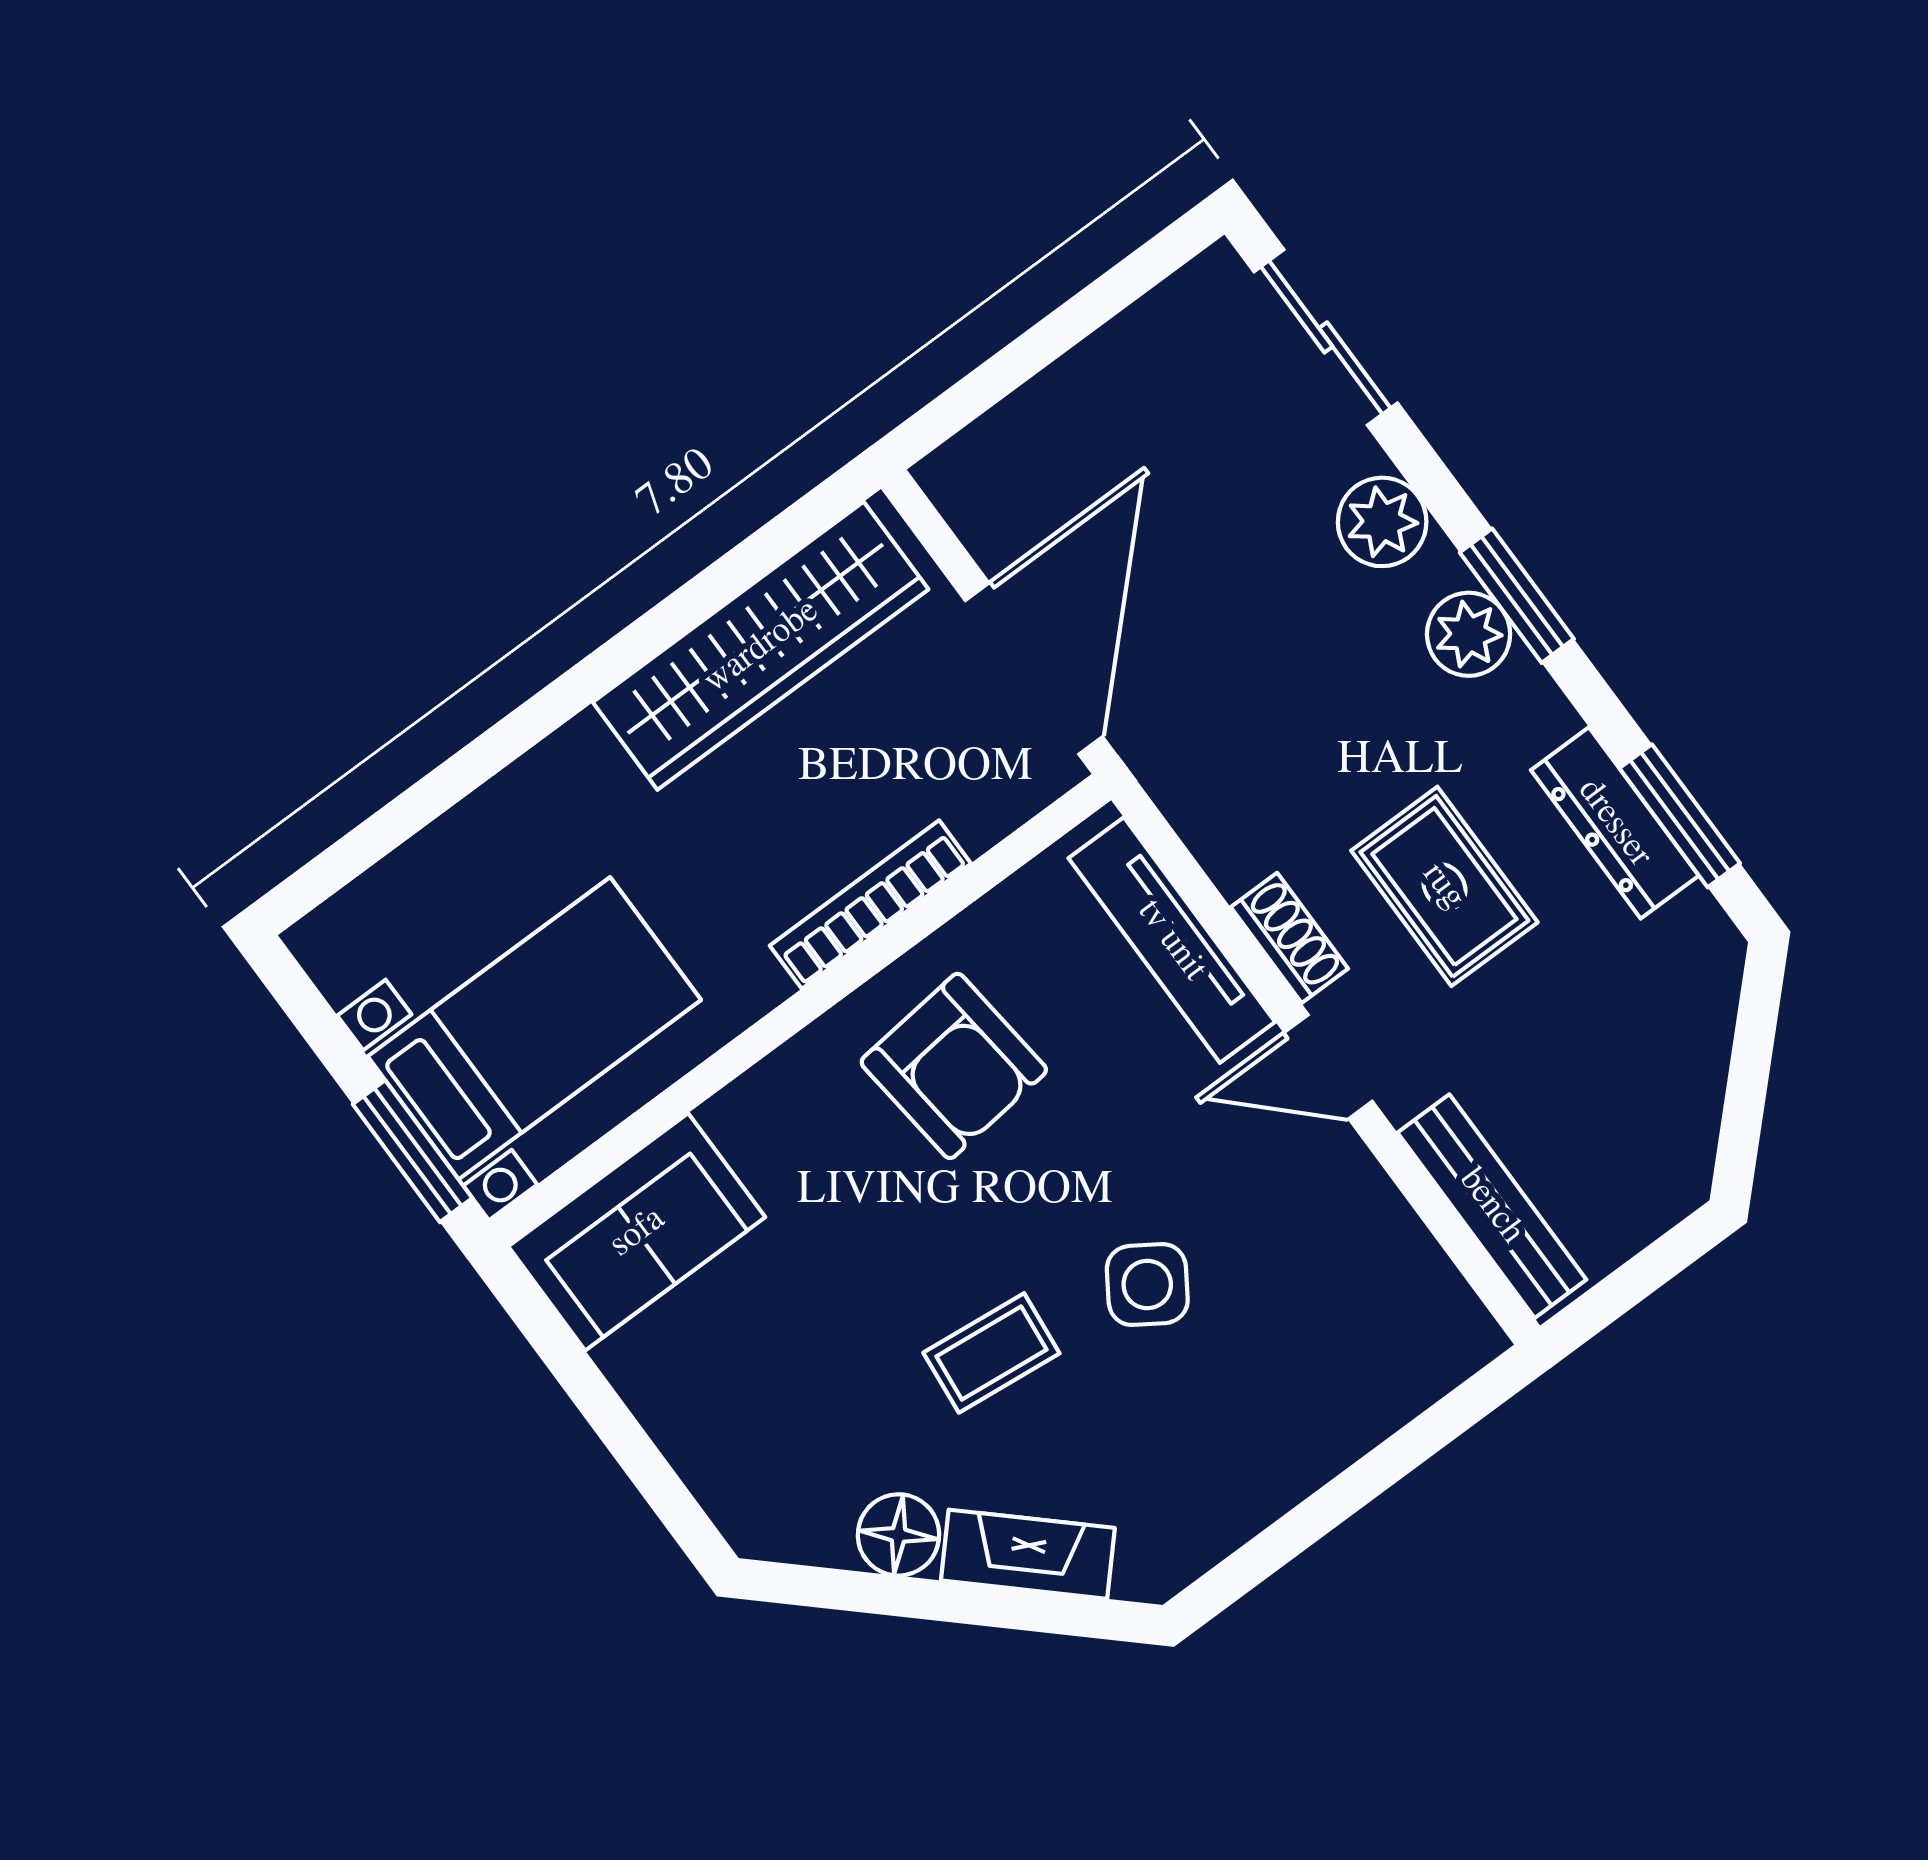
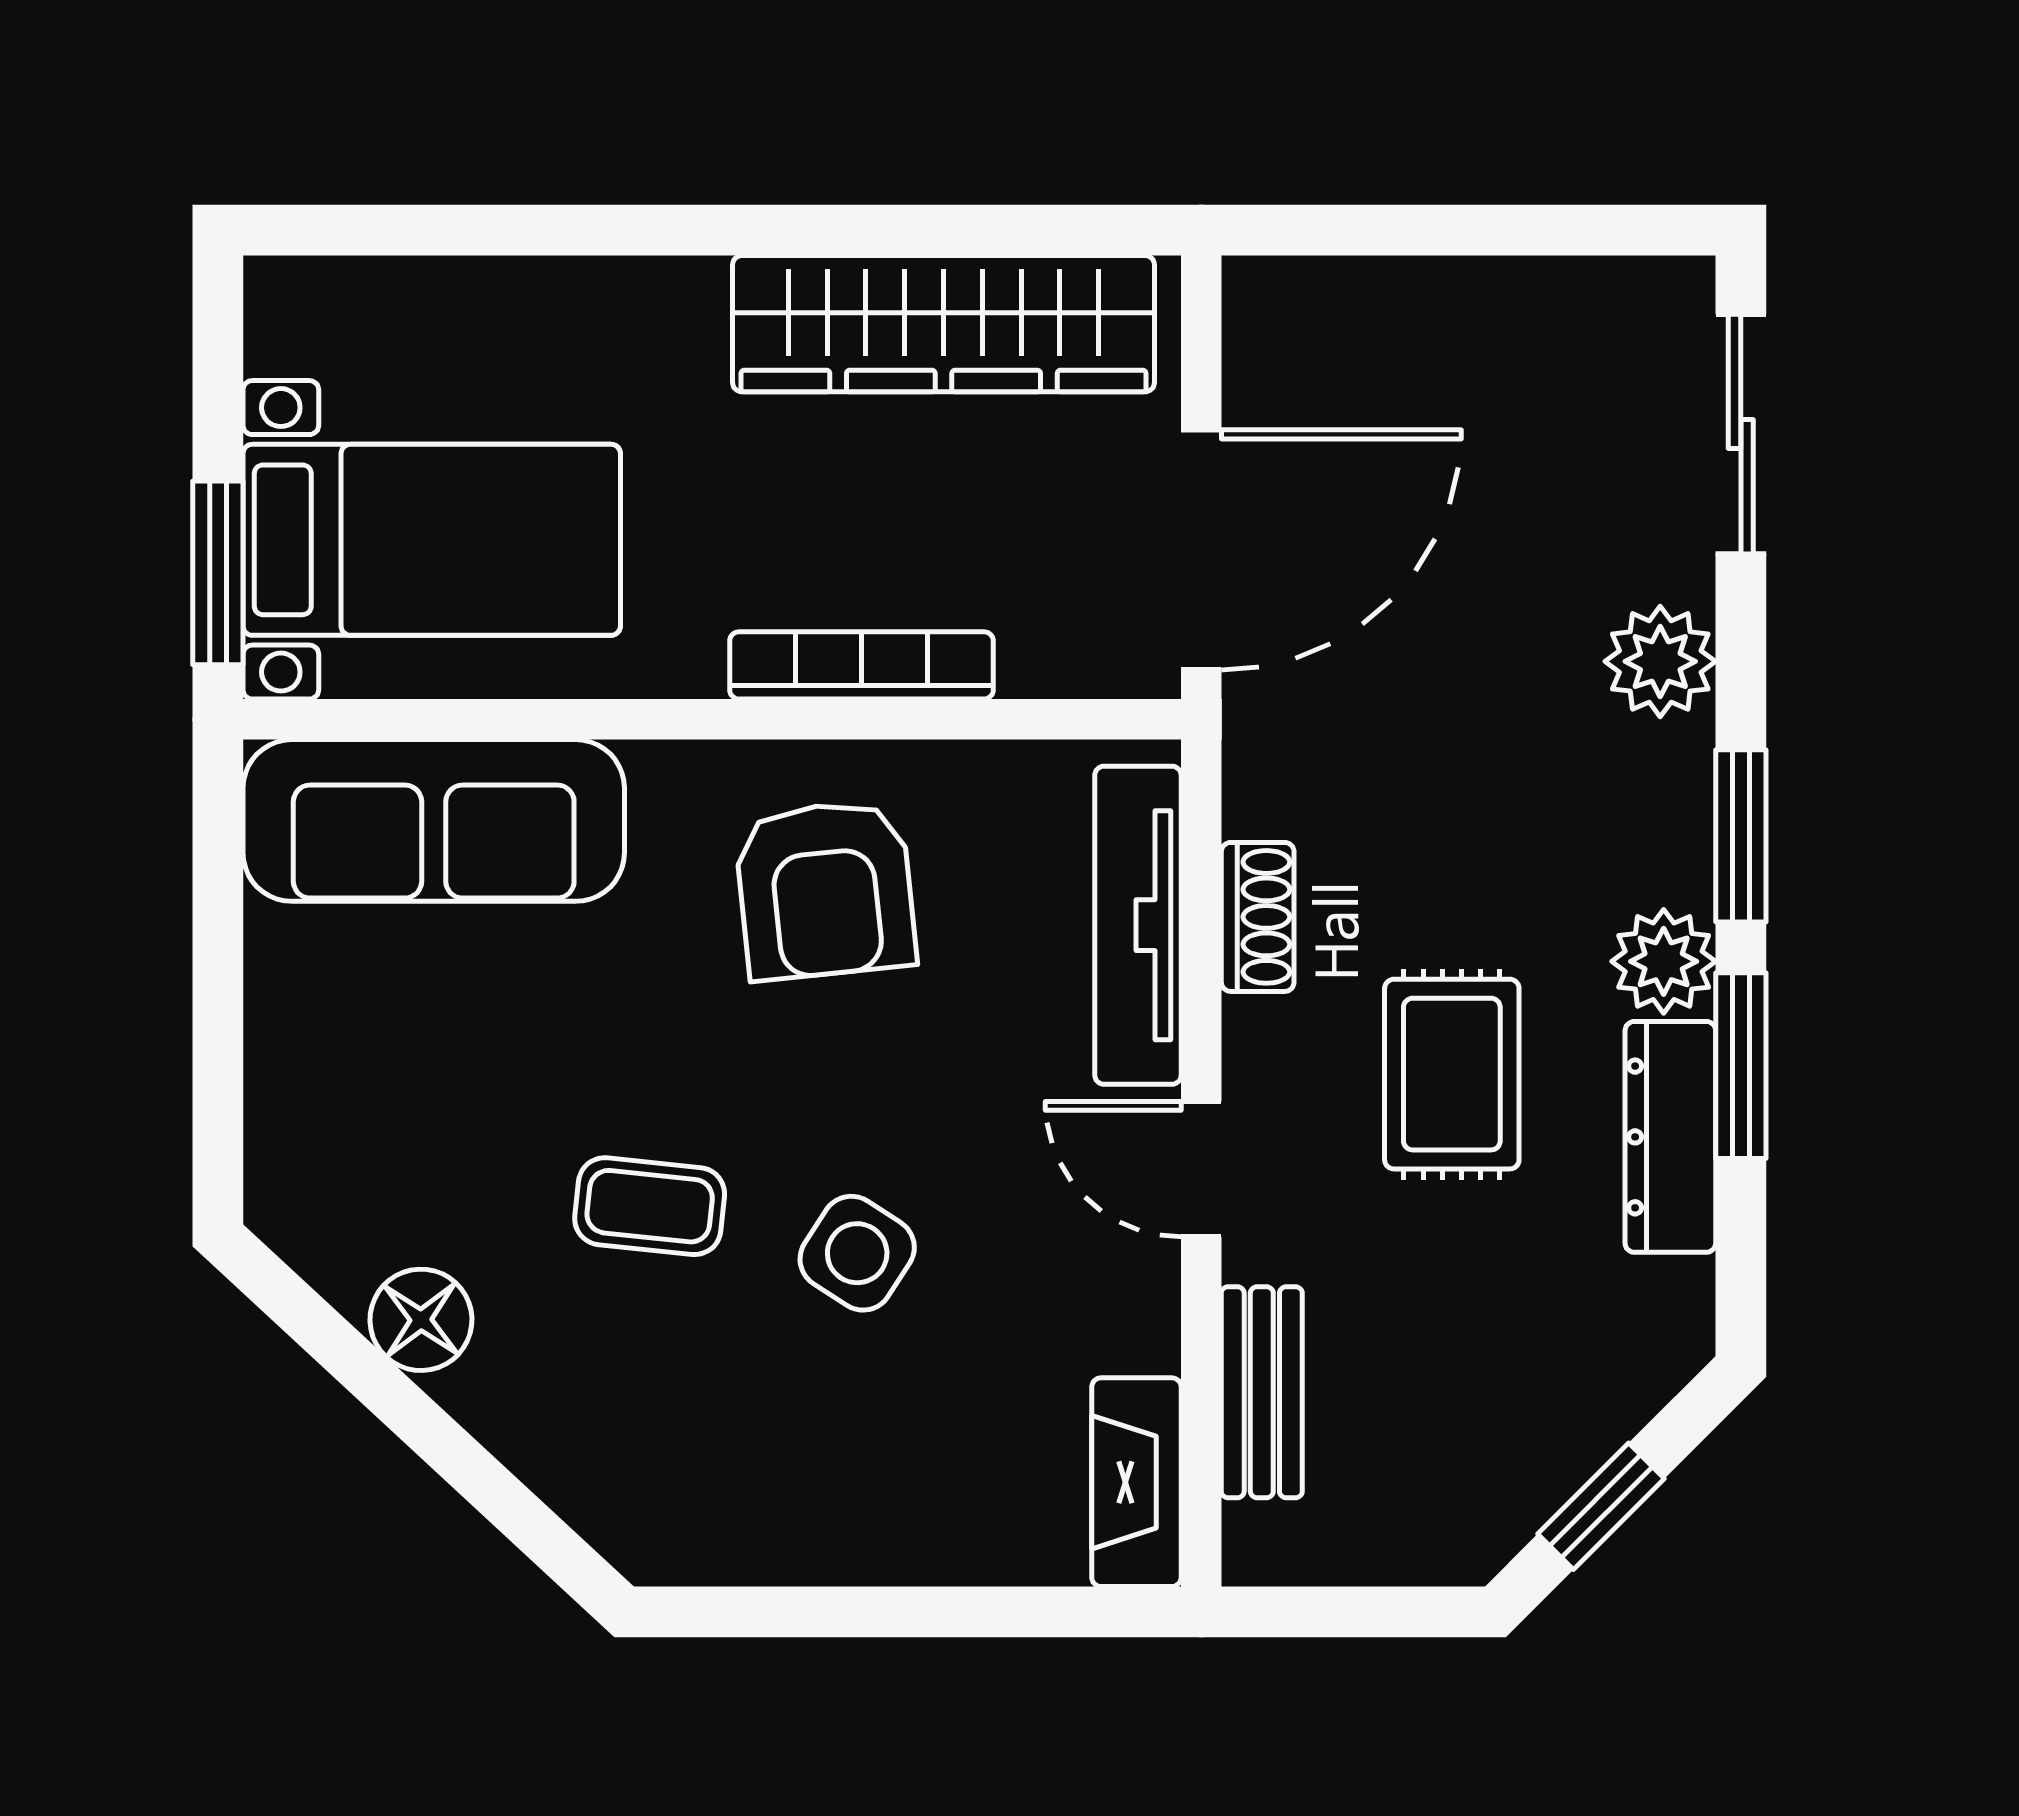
plant: (1469, 634) -> (1664, 961), moved
window: (1680, 816) -> (1741, 1066), moved
shoe rack: (1289, 938) -> (1258, 917), moved
window: (1746, 1093) -> (1601, 1506), added
bench: (1492, 1206) -> (1262, 1392), width x0.73
sofa: (637, 1232) -> (434, 820), width x1.36
fireplace: (1028, 1554) -> (1136, 1482), moved, turned -133

